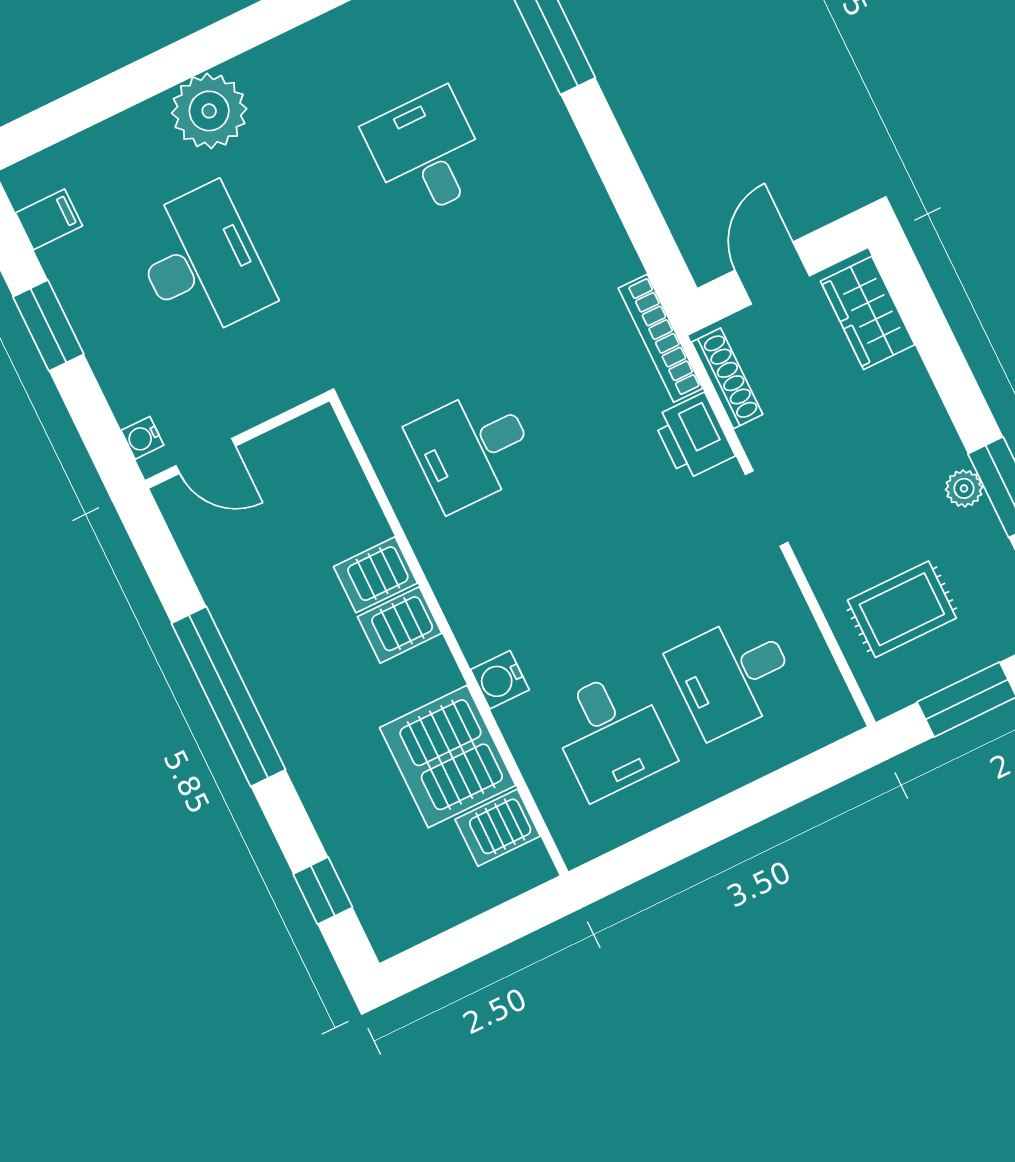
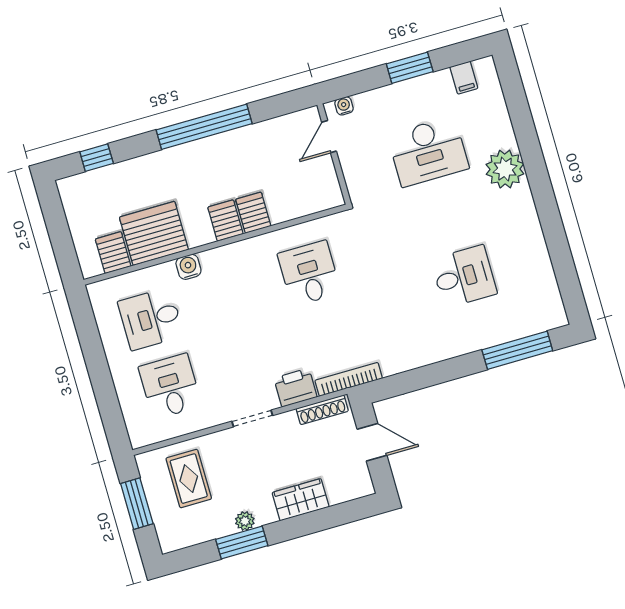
wardrobe: (868, 313) -> (301, 500), moved

